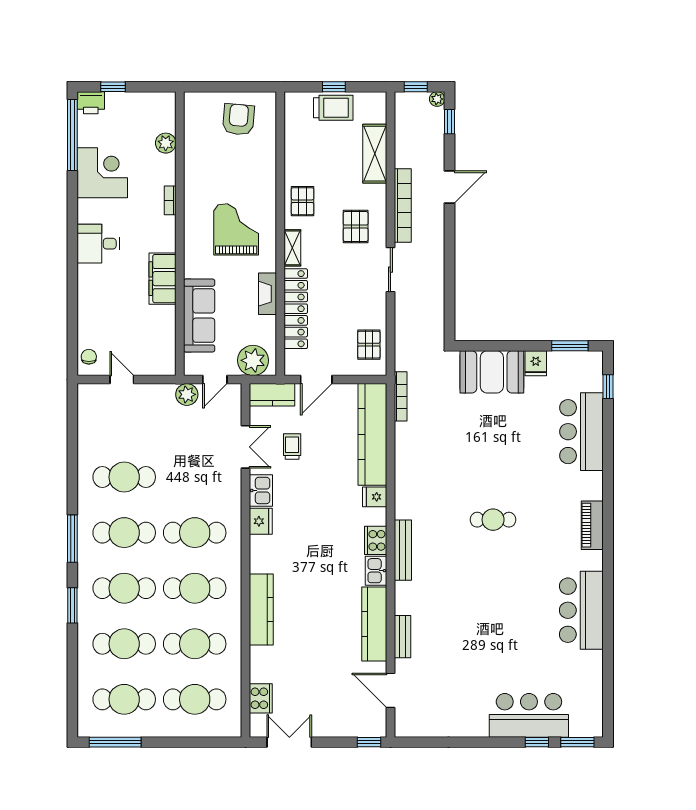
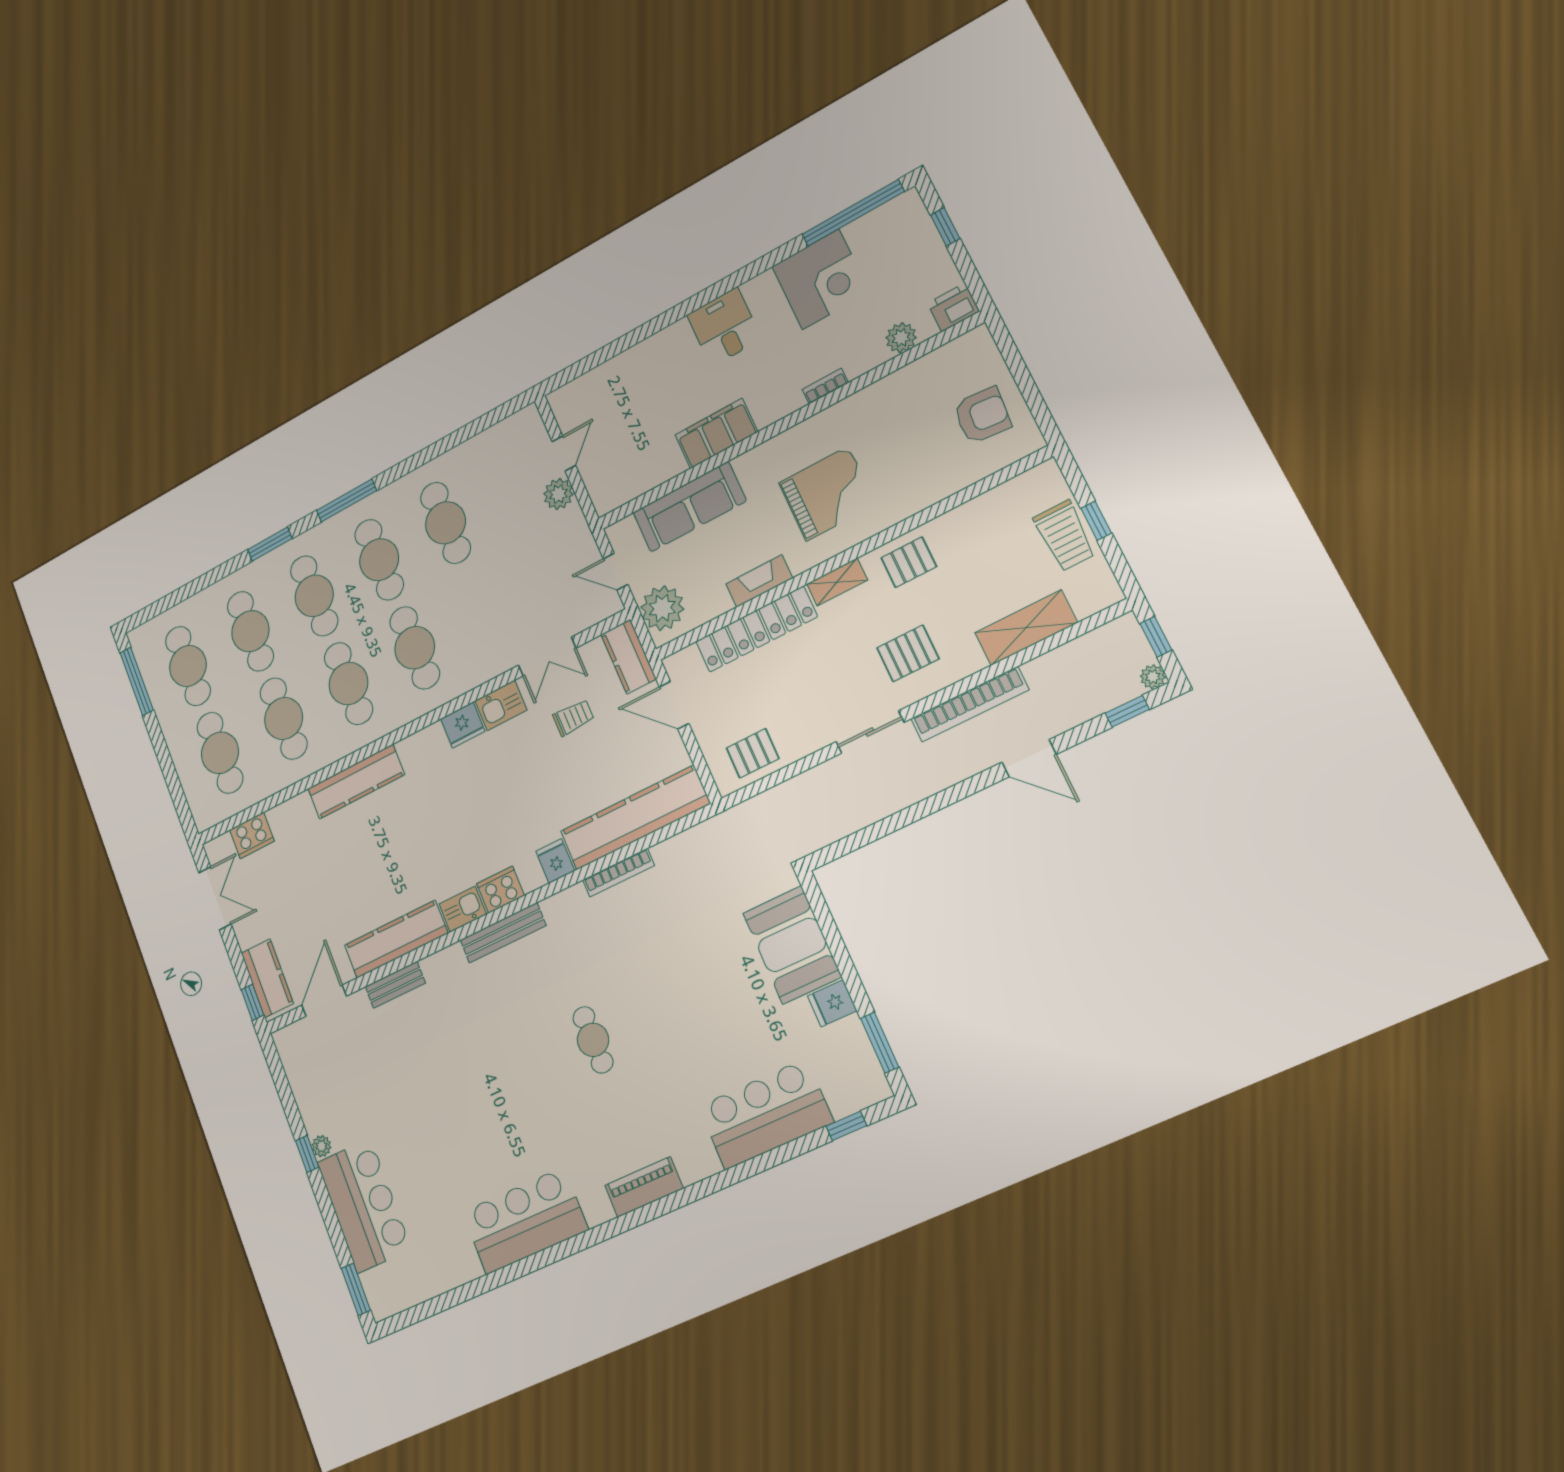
printer: (91, 103) -> (953, 307), moved, turned 90
chair: (89, 357) -> (574, 396), removed
plant: (187, 394) -> (558, 494), moved
bookcase: (401, 396) -> (619, 873), moved
kitchen counter: (358, 725) -> (267, 978), added
plant: (481, 730) -> (321, 1146), added
window: (537, 742) -> (307, 1154), moved

